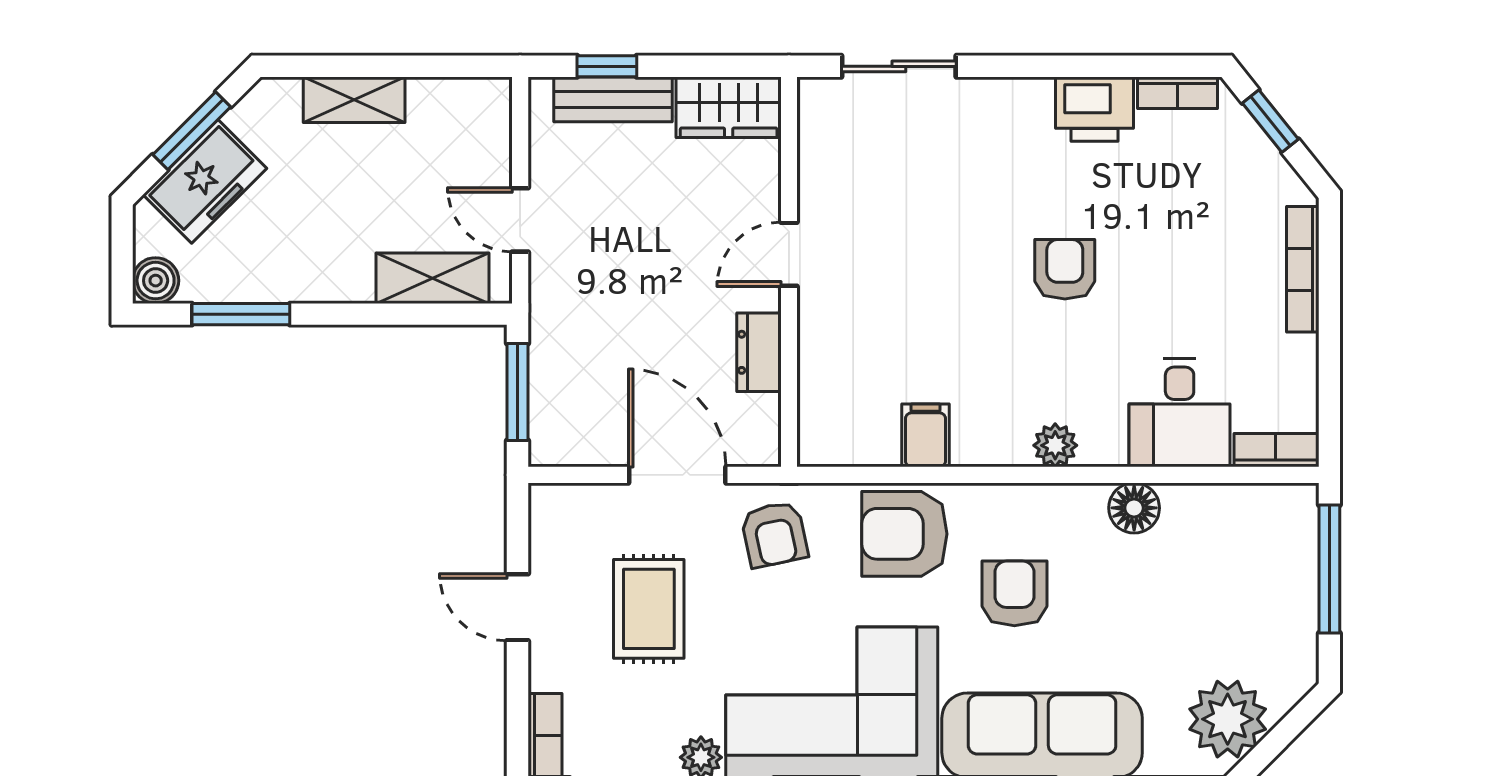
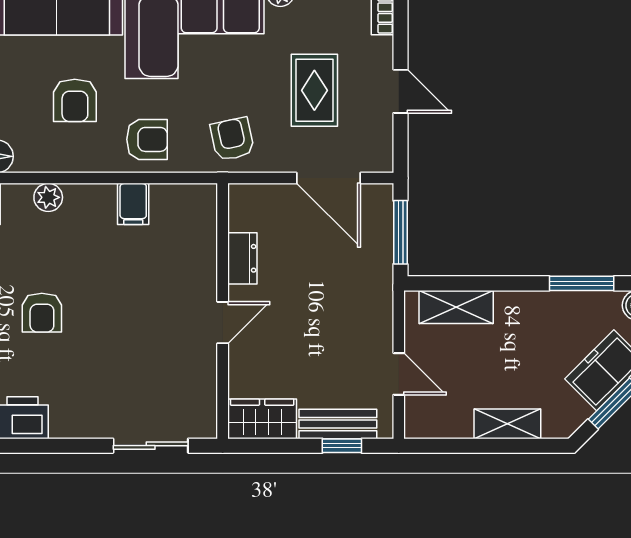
door: (520, 220) -> (399, 374), moved
door: (677, 475) -> (329, 178), moved
armchair: (904, 534) -> (147, 139), width x0.72, depth x0.72

